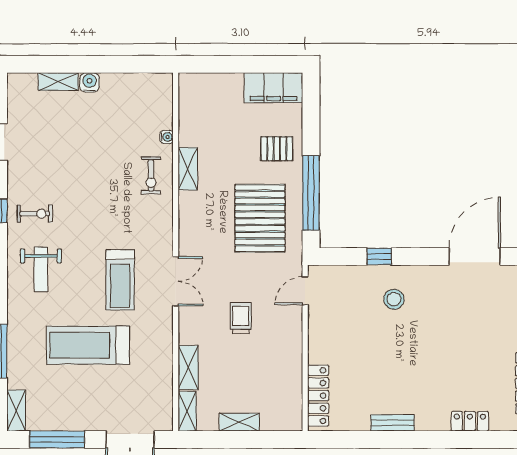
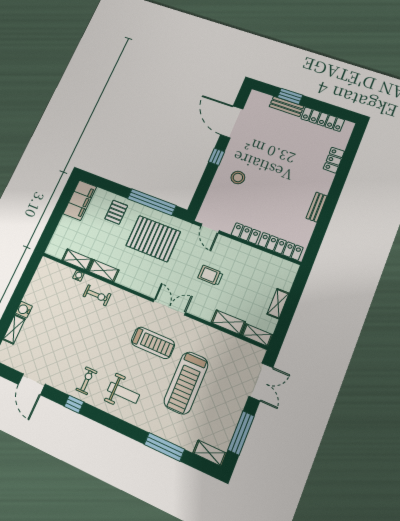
shelving: (188, 124) -> (77, 260), added
window: (379, 256) -> (216, 157), moved
locker: (318, 342) -> (246, 233), added

